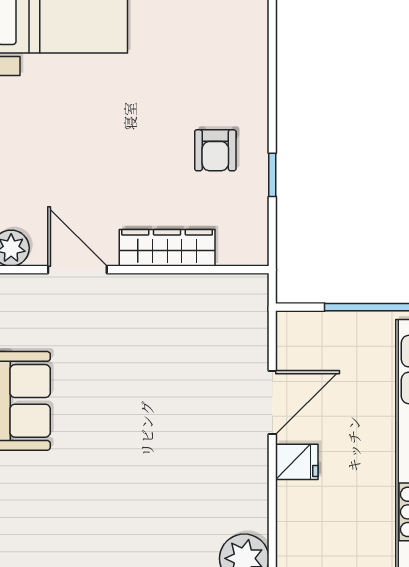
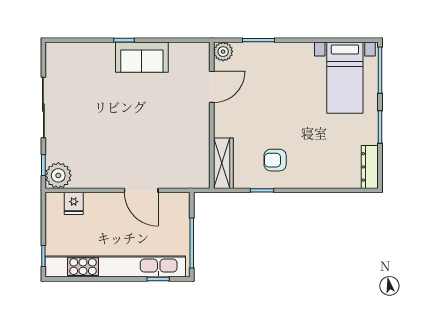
wardrobe: (167, 248) -> (223, 163), moved
fridge: (297, 462) -> (74, 203), moved

